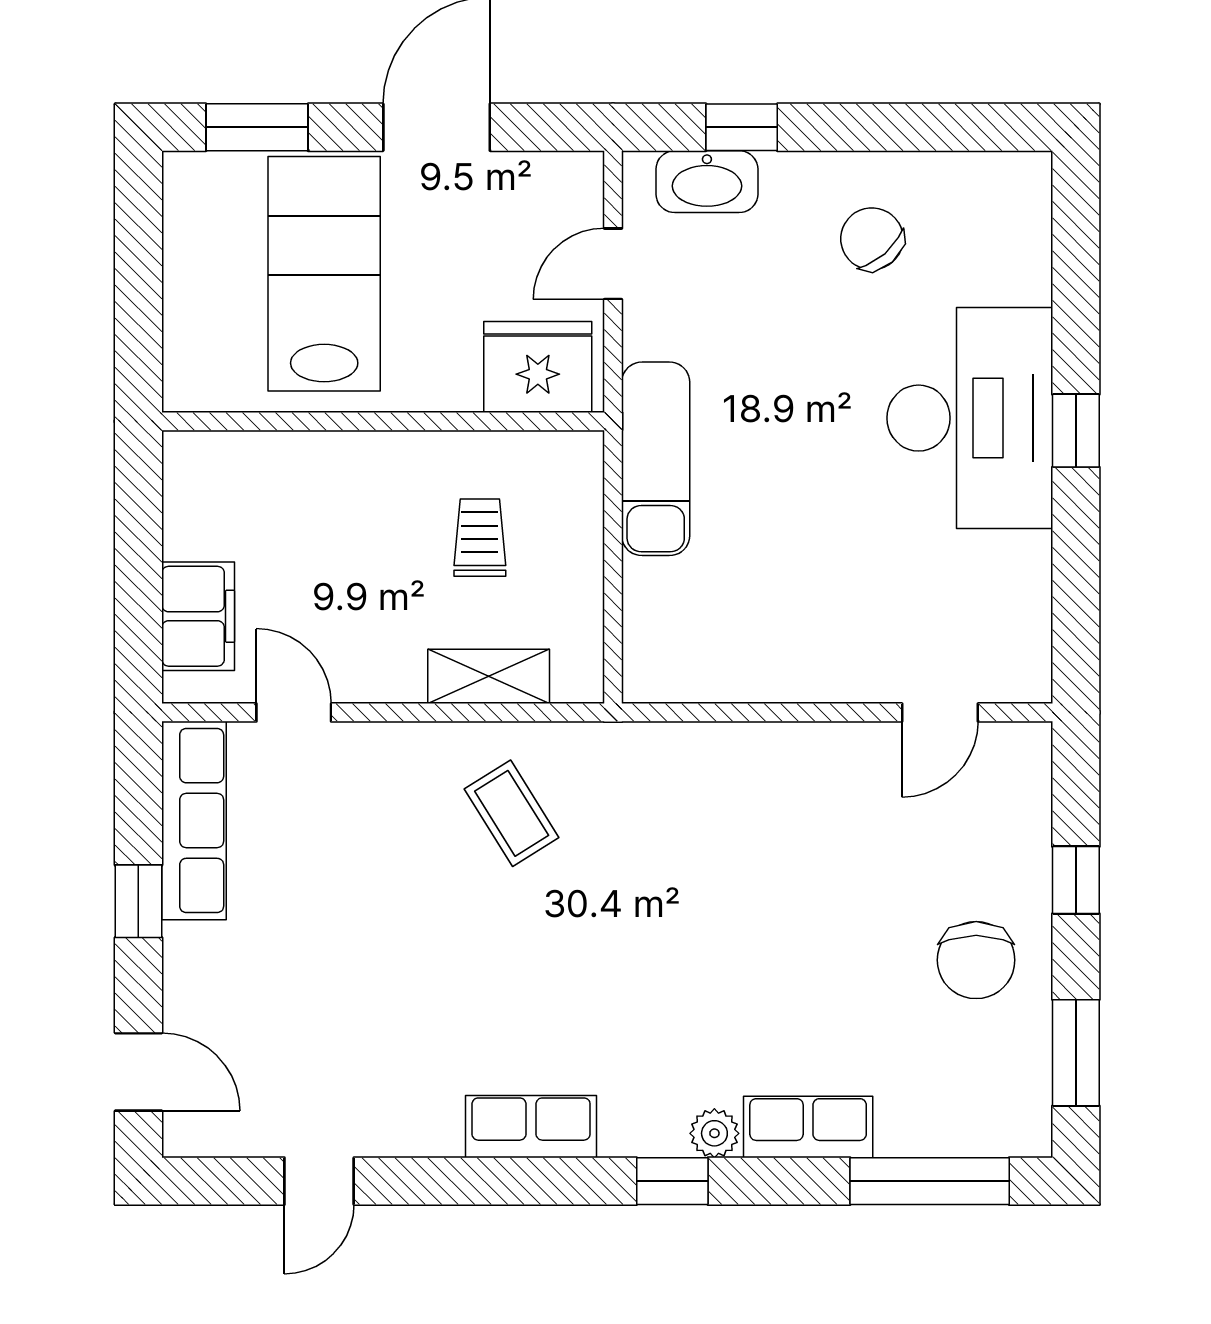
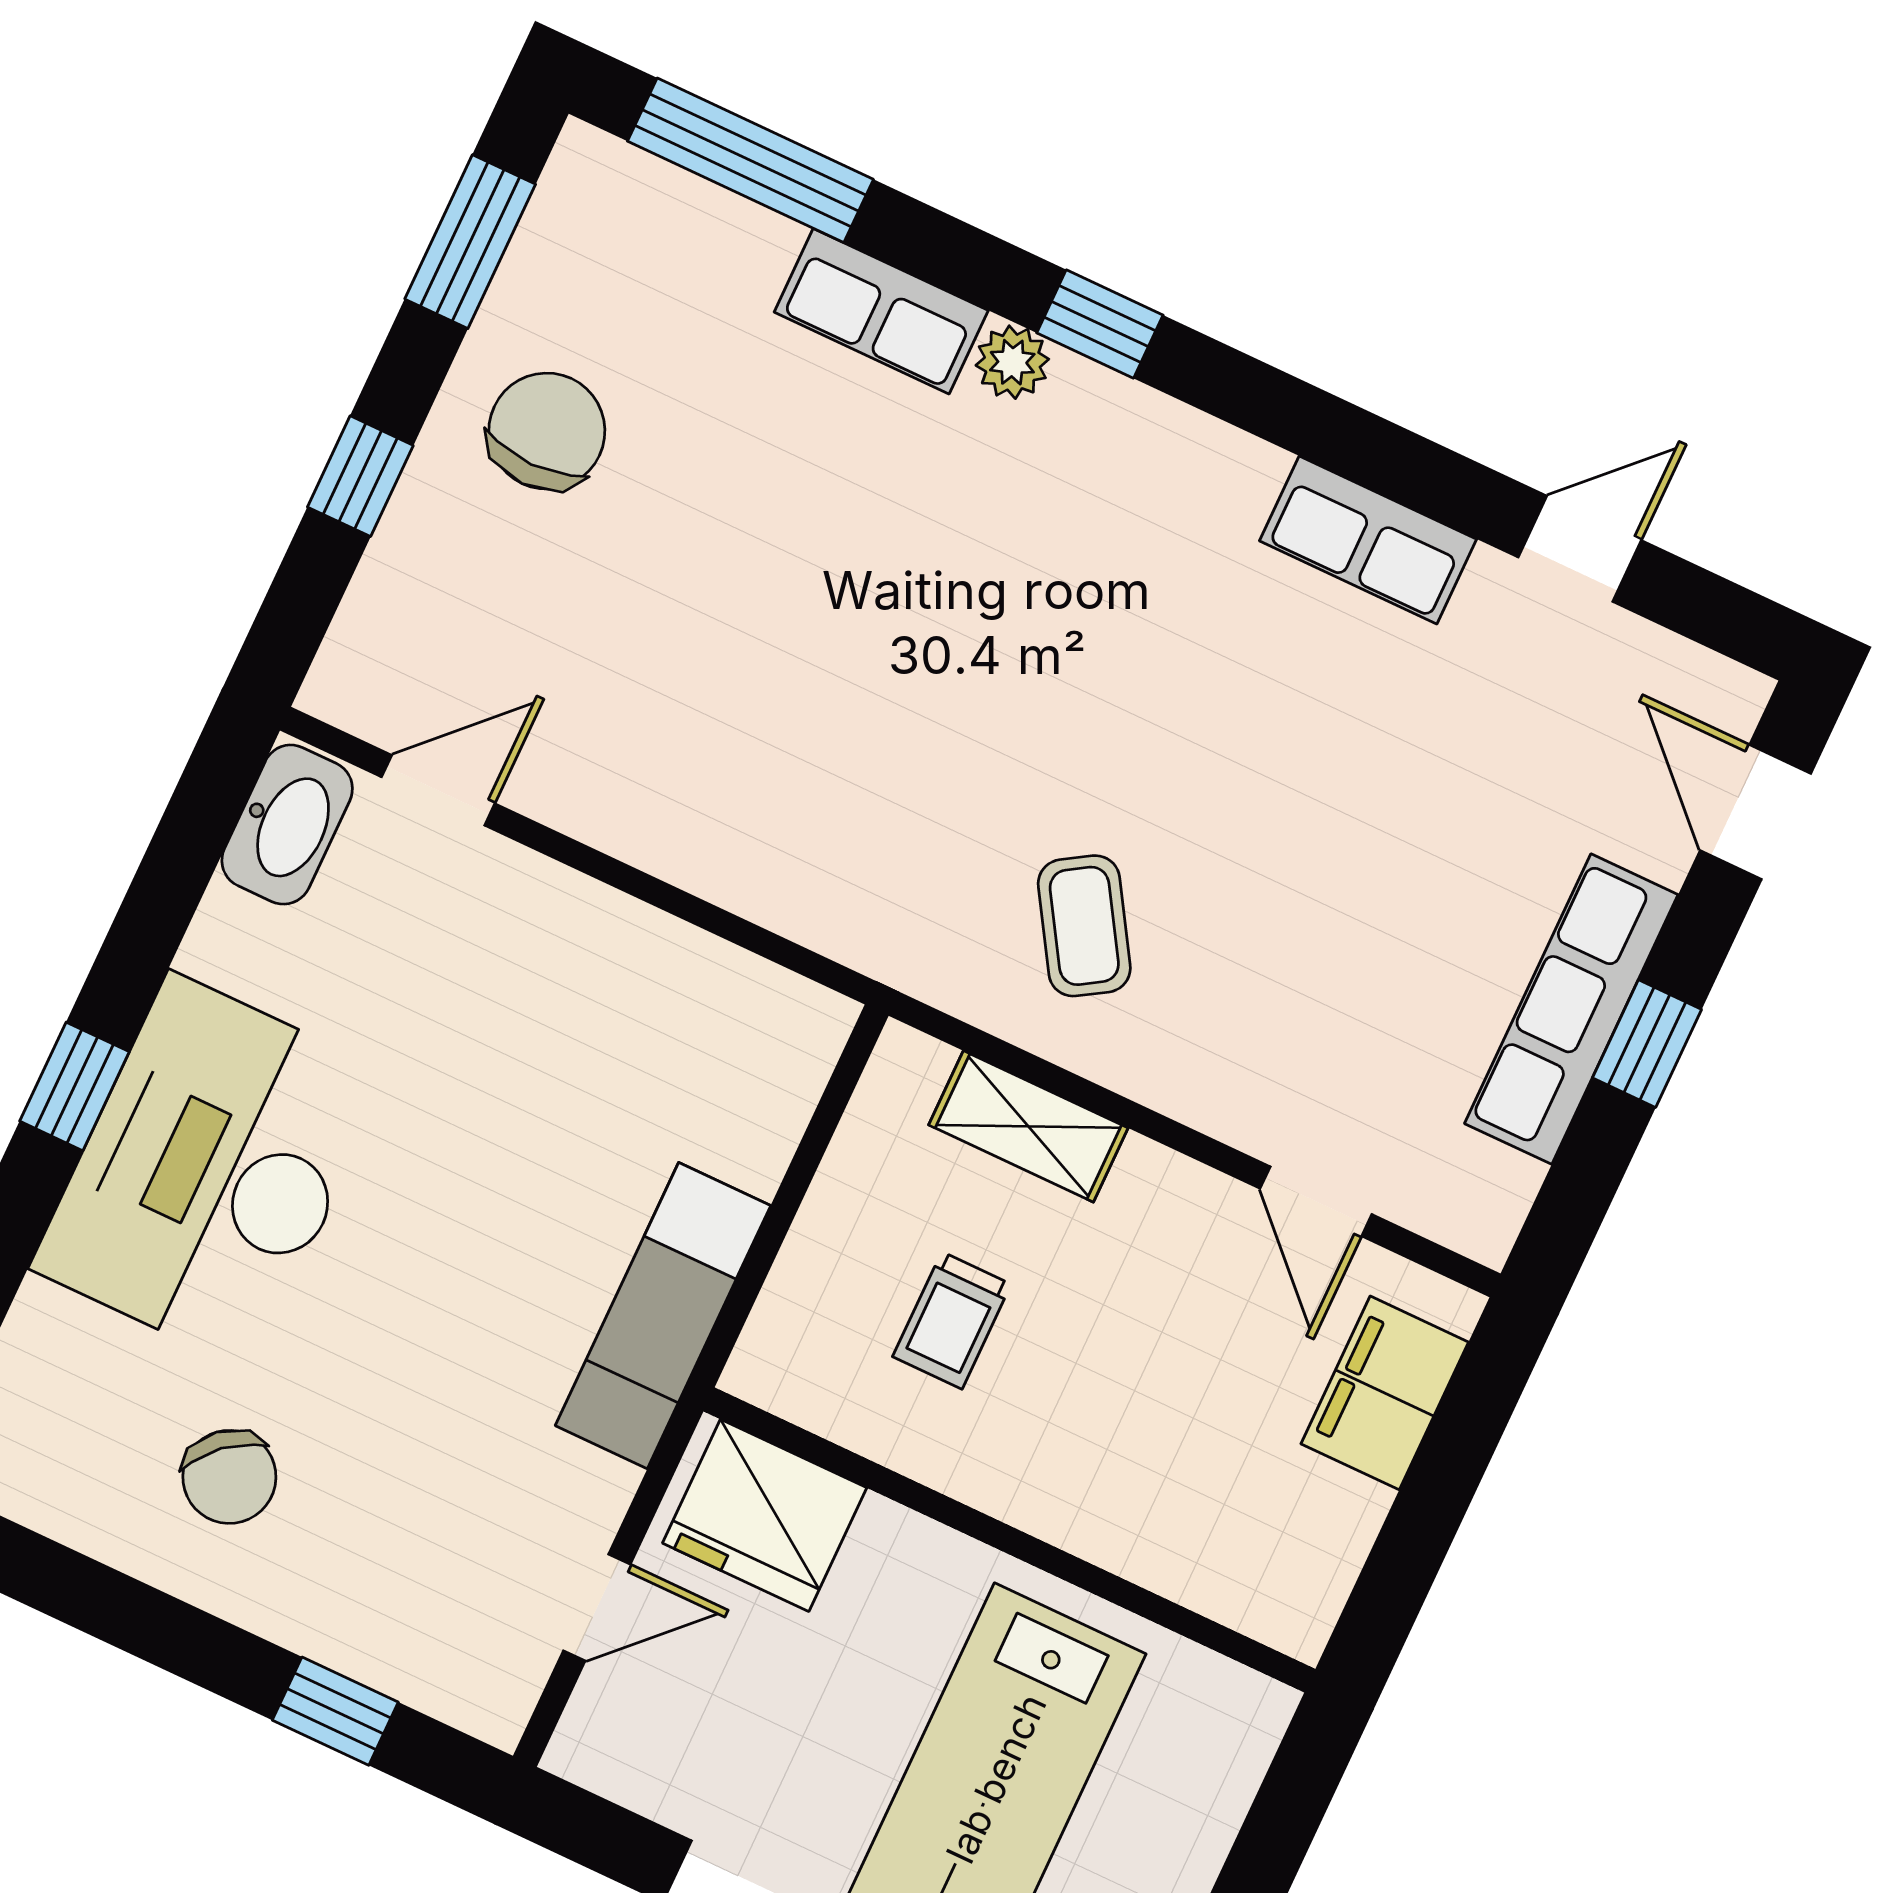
washbasin: (707, 182) -> (287, 825), moved, turned 90
row of seats: (194, 821) -> (1571, 1009), moved
row of seats: (531, 1127) -> (1368, 540), moved

